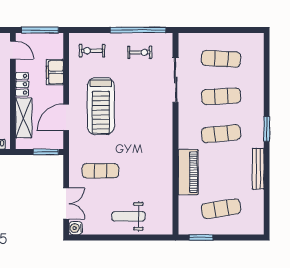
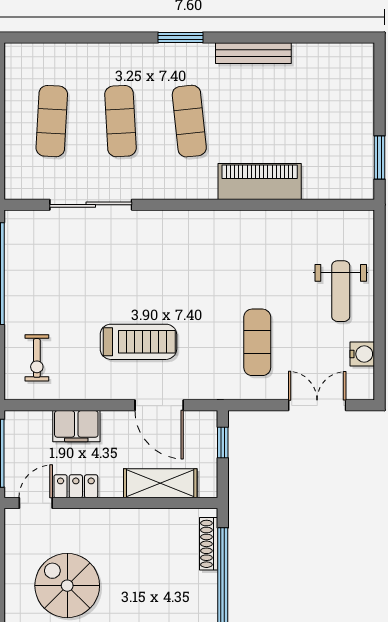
exercise bike: (140, 52) -> (40, 270), removed
locker: (22, 84) -> (76, 486), moved
treadmill: (101, 106) -> (138, 342), width x0.73, depth x0.73
window: (46, 152) -> (223, 442), width x0.67
exercise mat: (221, 209) -> (327, 121), removed
water cooler: (76, 228) -> (362, 354), moved, turned -90

